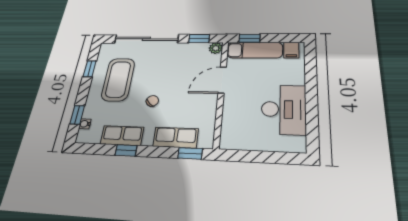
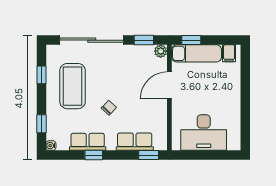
desk: (284, 109) -> (204, 133), moved, turned 90
water cooler: (85, 124) -> (51, 146), moved

